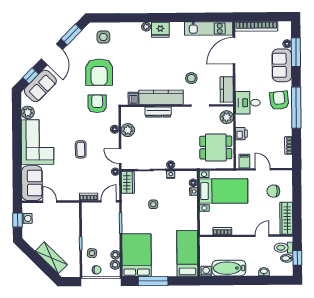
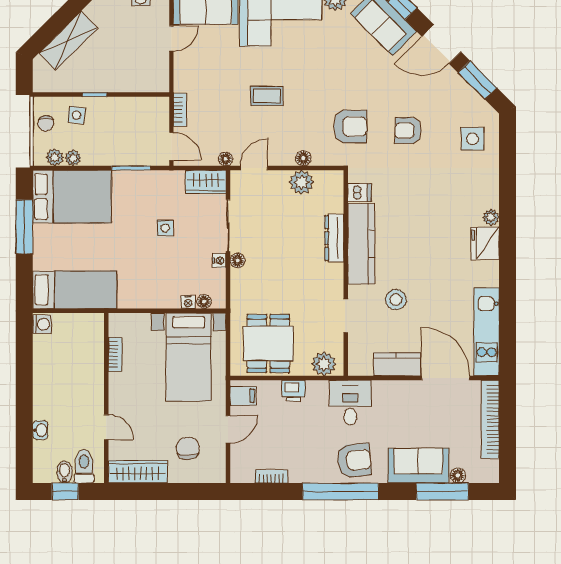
armchair: (99, 72) -> (408, 131), width x0.53, depth x0.53
kitchen counter: (227, 89) -> (397, 364), moved
bathtub: (229, 268) -> (47, 366), removed

